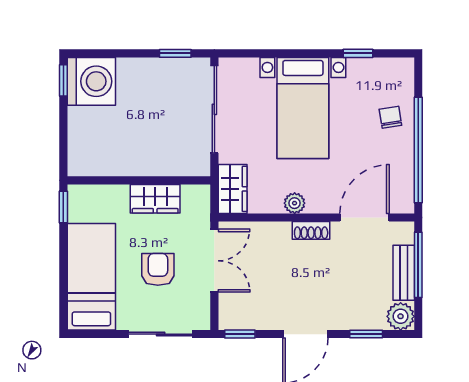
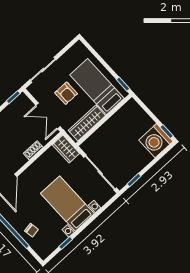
wardrobe: (155, 199) -> (87, 123), width x1.50
plant: (295, 203) -> (38, 165), removed
shoe rack: (311, 230) -> (33, 150), moved
bed: (91, 277) -> (97, 87), moved, turned 180

